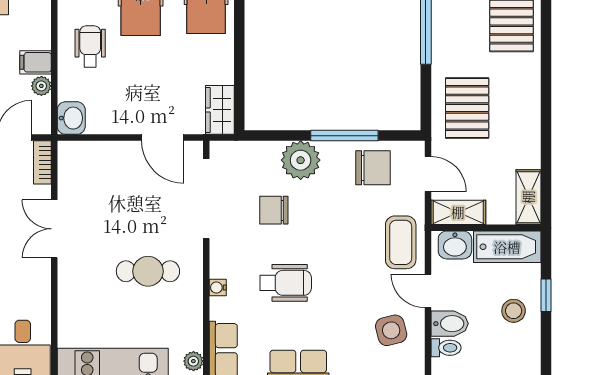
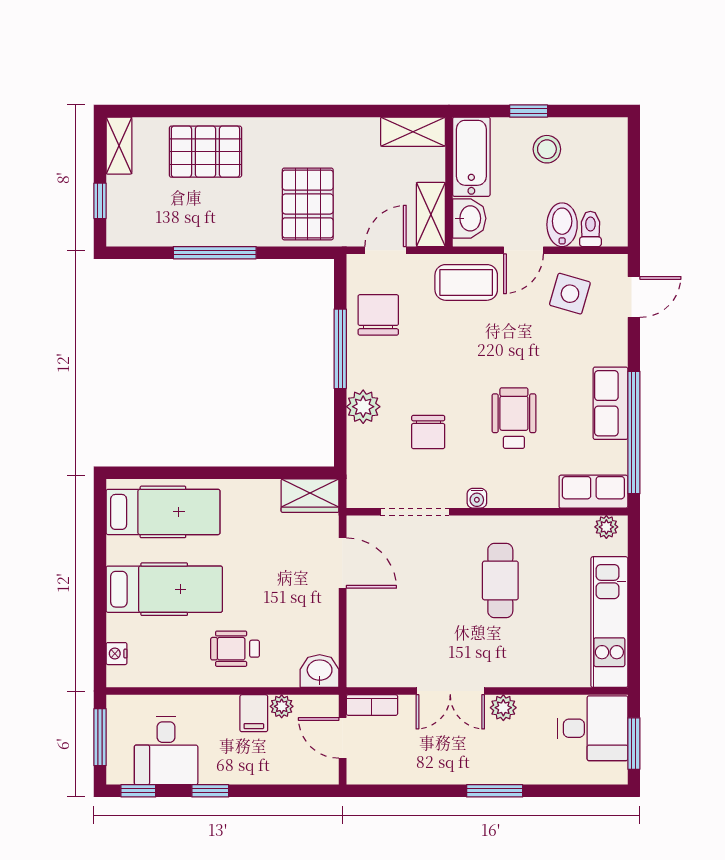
pallet: (467, 108) -> (308, 204), turned 90
door: (163, 138) -> (343, 563), hinge flipped
plant: (301, 160) -> (363, 407), width x0.73, depth x0.73
doorway: (206, 199) -> (415, 512), width x0.73
plant: (40, 274) -> (503, 708), added
water cooler: (218, 288) -> (477, 498), moved
side table: (391, 330) -> (570, 294), turned 30

